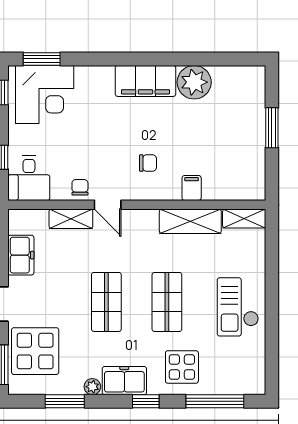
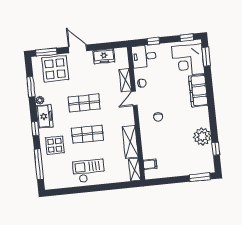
window: (220, 59) -> (216, 149), added
filing cabinet: (145, 81) -> (198, 91), moved
window: (272, 128) -> (200, 177), moved
filing cabinet: (192, 188) -> (150, 164), moved

